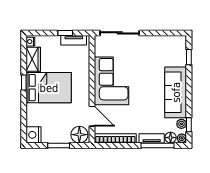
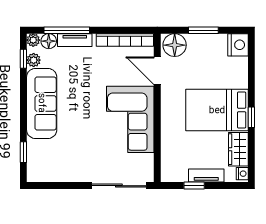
tv unit: (74, 40) -> (206, 176), moved

